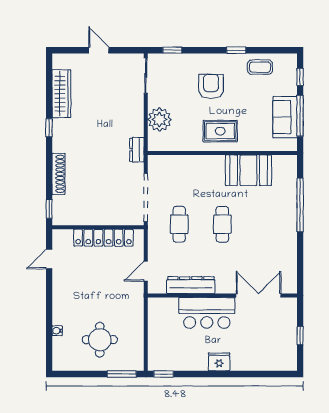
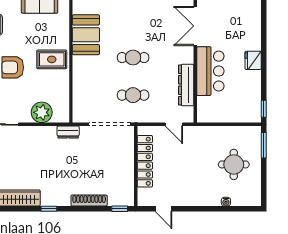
rug: (220, 131) -> (52, 59), turned 90

